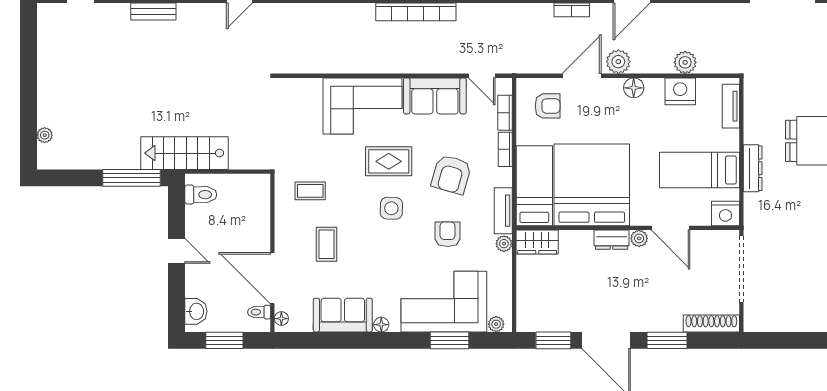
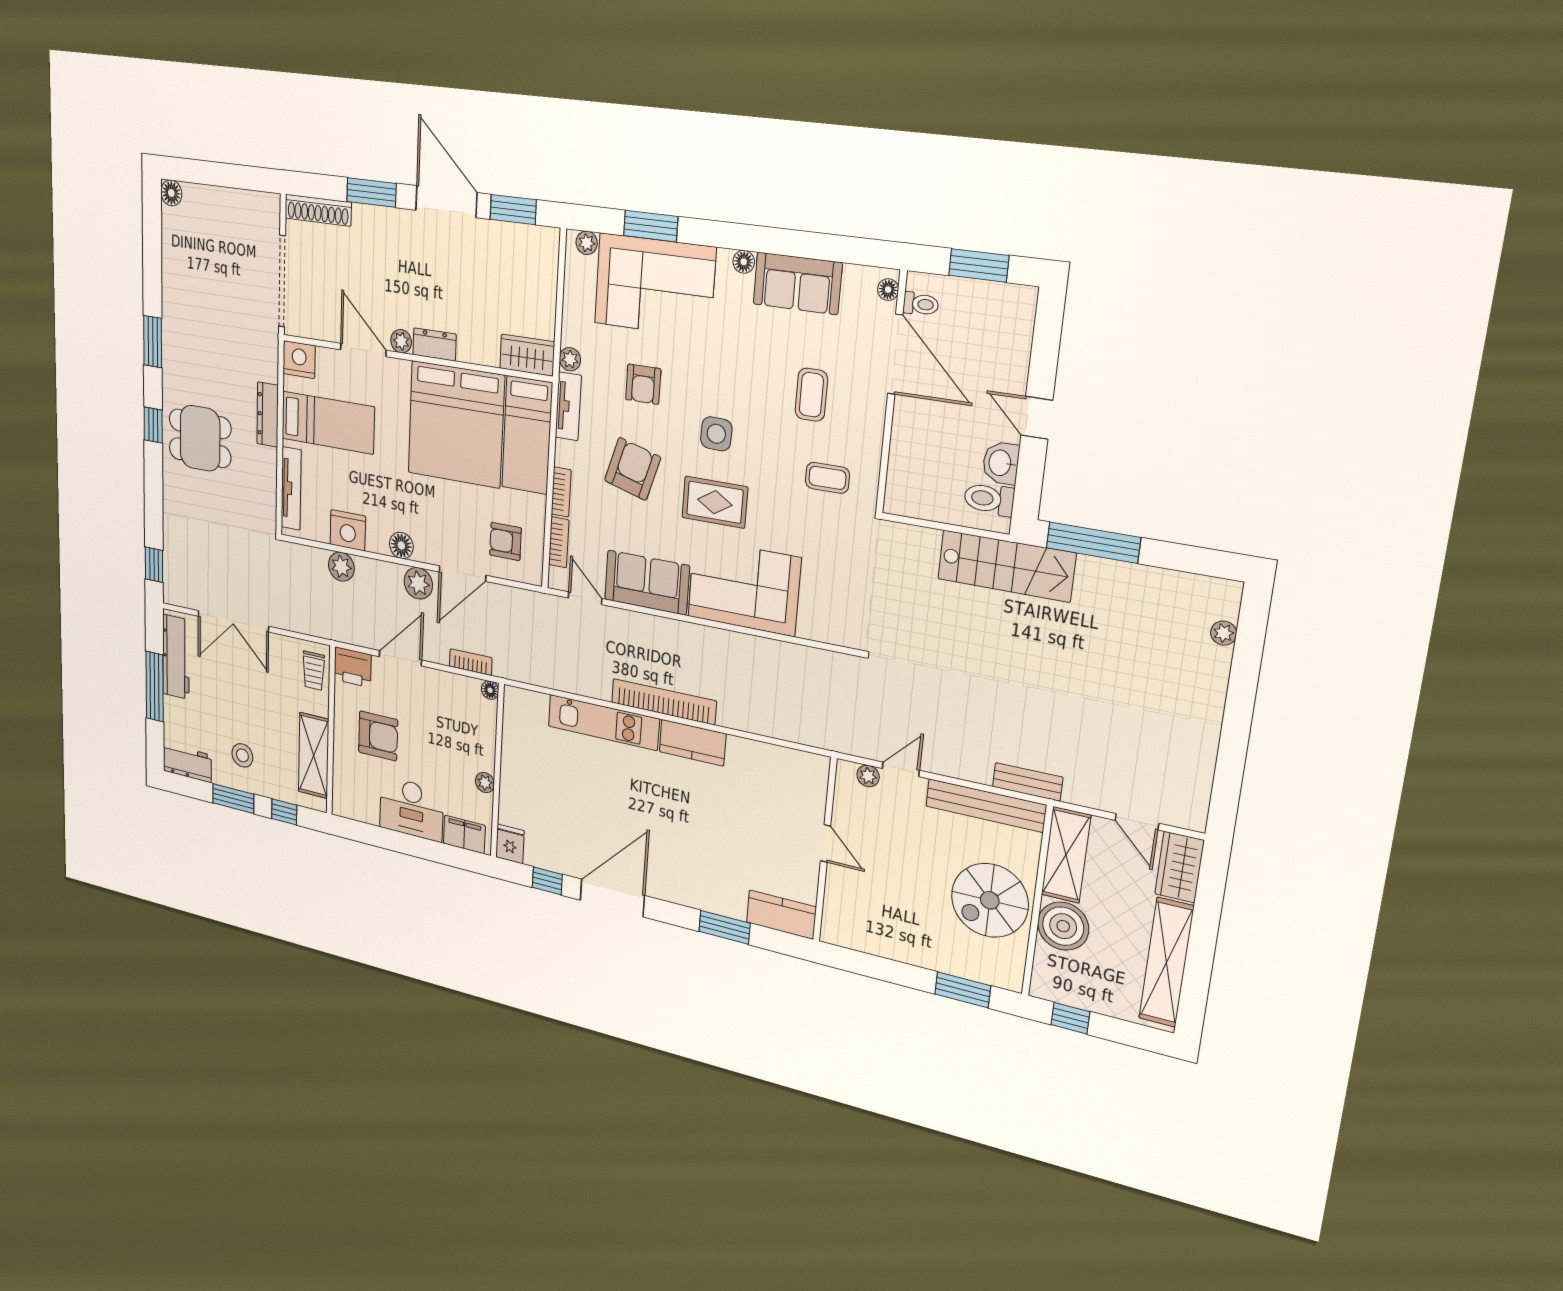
tv unit: (731, 106) -> (291, 488), width x1.41
washbasin: (196, 311) -> (1001, 463), moved

